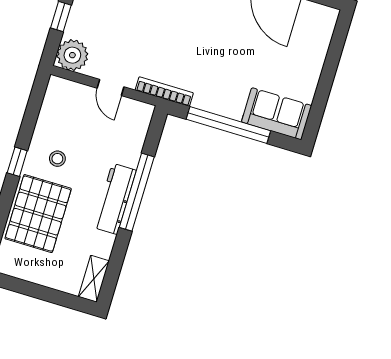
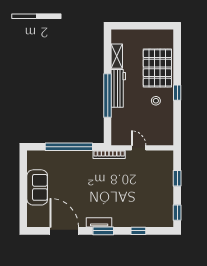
plant: (72, 55) -> (165, 159), removed
sofa: (277, 114) -> (37, 187), moved, turned -90
shelving: (94, 279) -> (117, 56), moved

